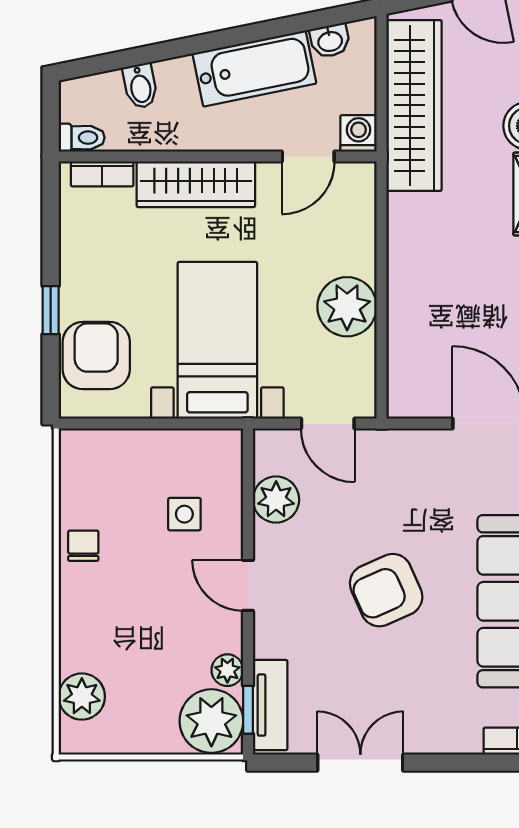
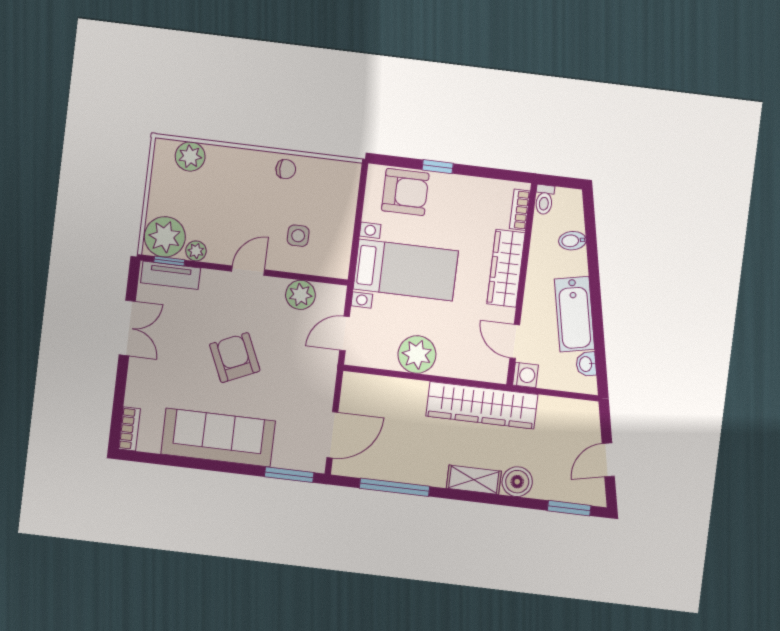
wardrobe: (414, 105) -> (482, 405), moved

